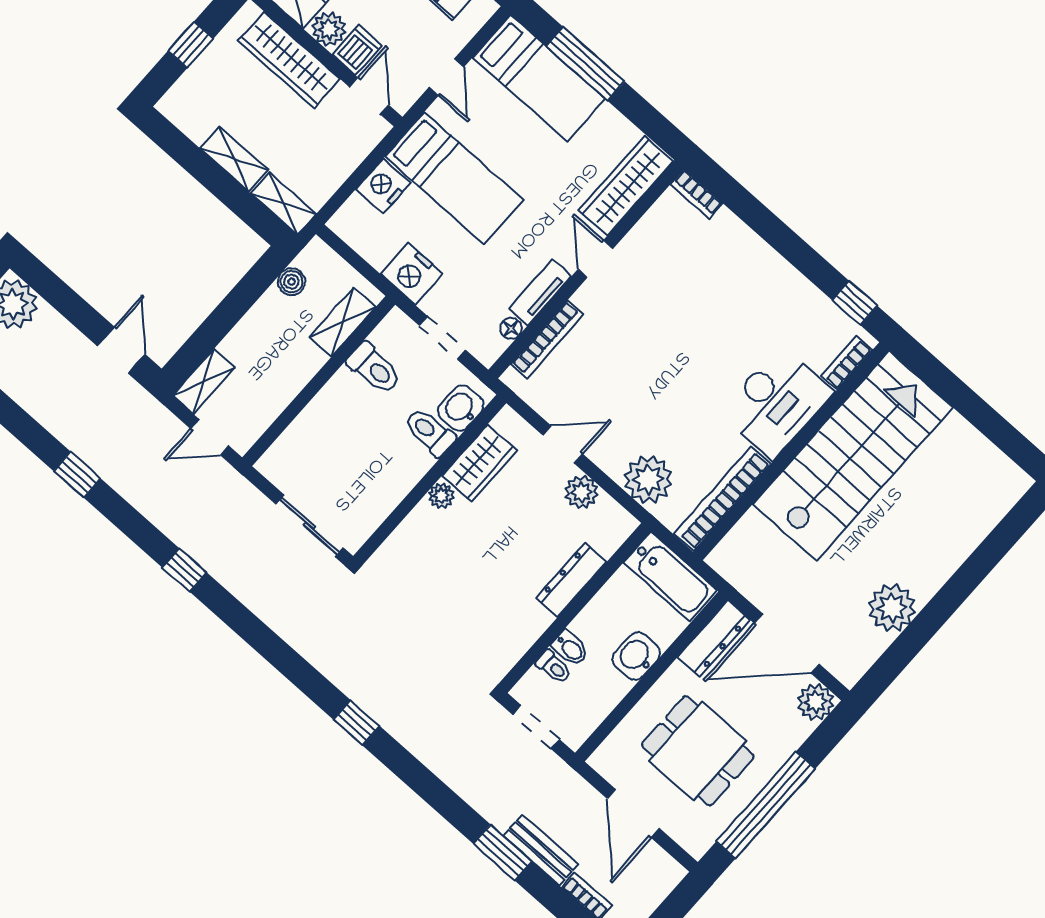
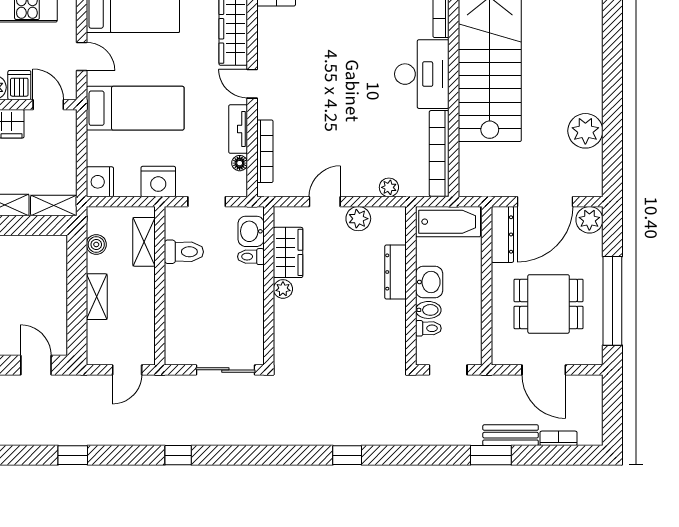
nightstand: (383, 186) -> (100, 182), moved
shelving: (204, 381) -> (97, 297), moved
toilet: (430, 432) -> (251, 257), width x0.73, depth x0.72
plant: (648, 480) -> (389, 187), width x0.53, depth x0.53
washbasin: (636, 656) -> (429, 282), moved, turned 180

